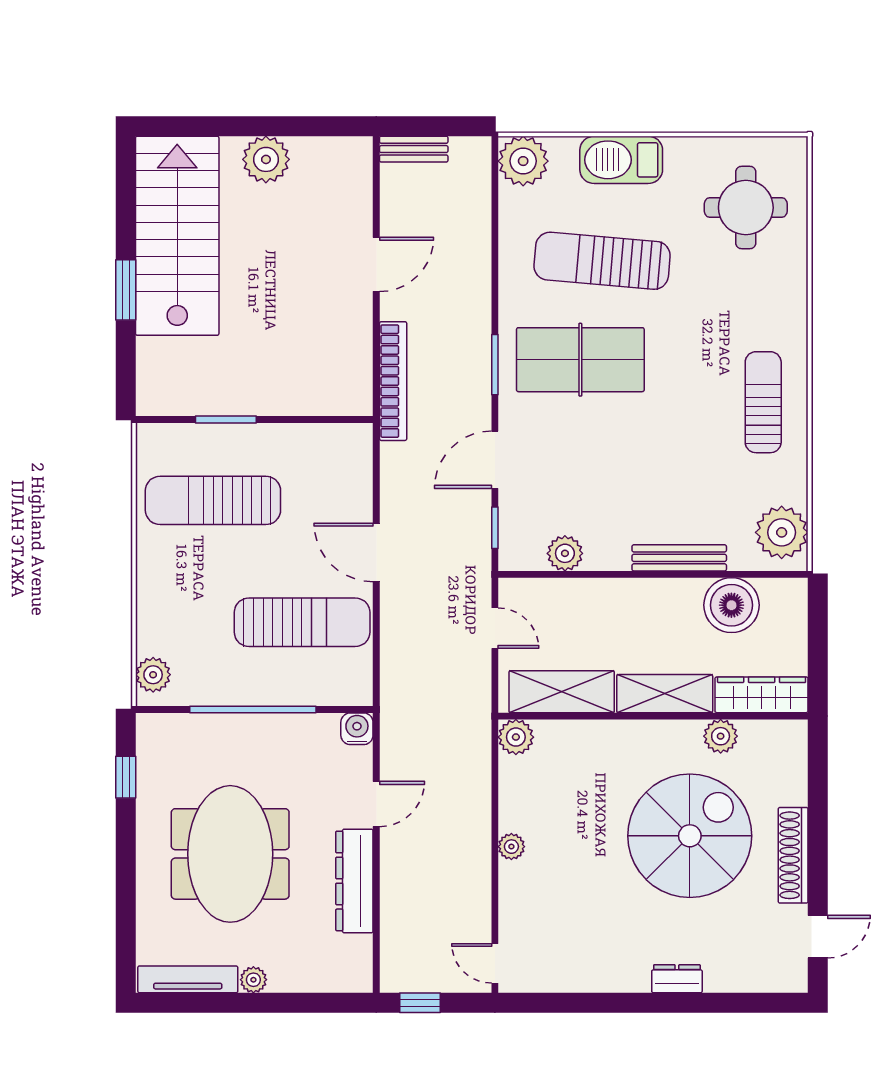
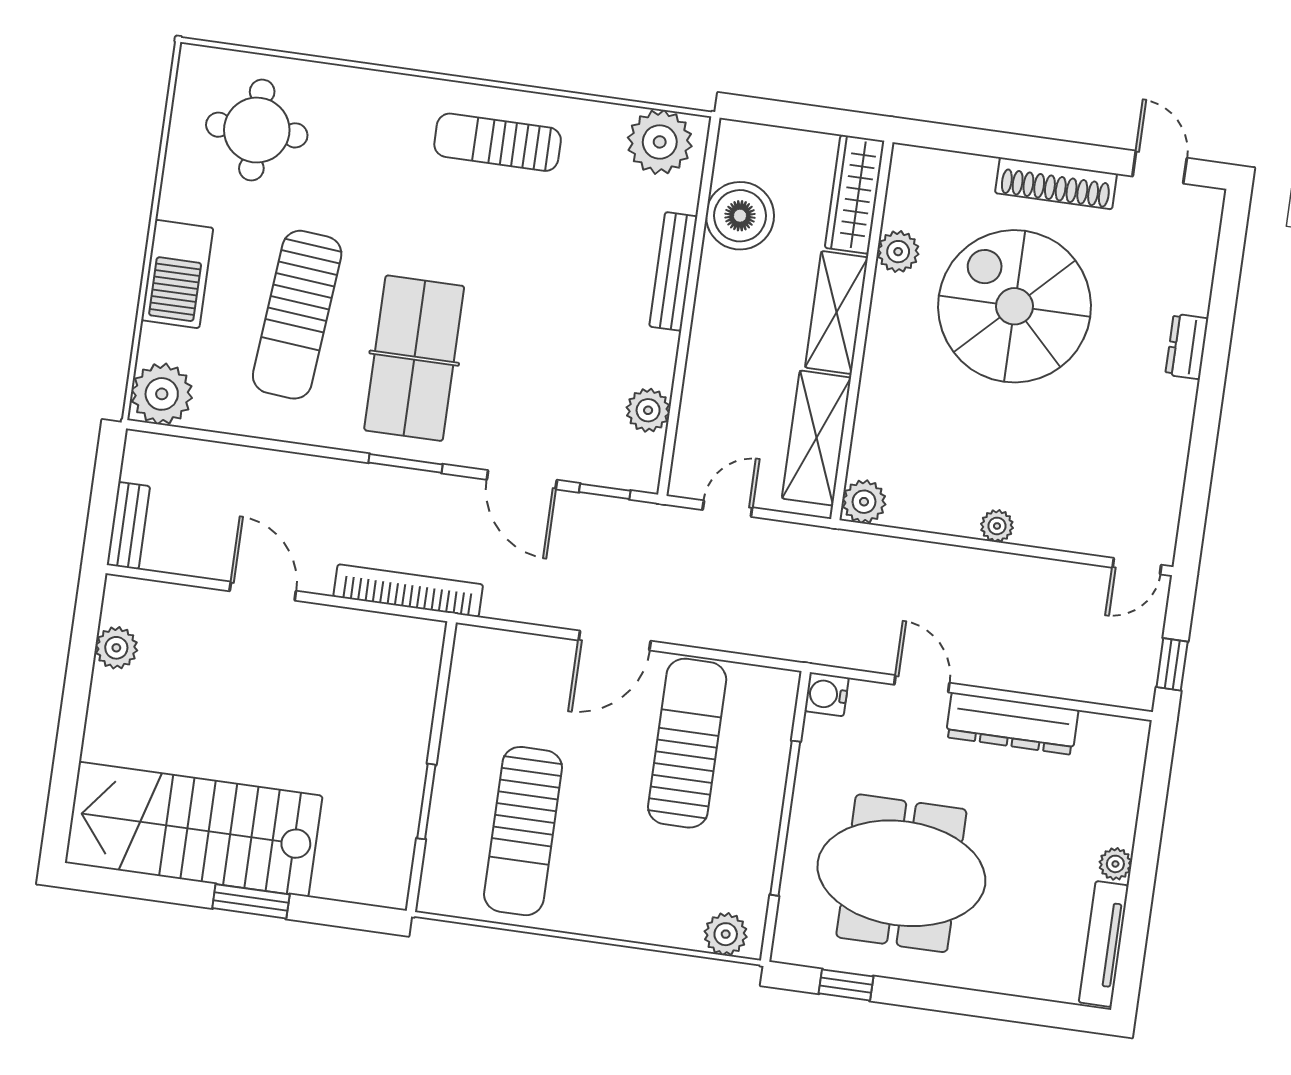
plant: (266, 159) -> (116, 648), moved, width x0.73, depth x0.73
meeting table: (230, 854) -> (901, 873), moved

